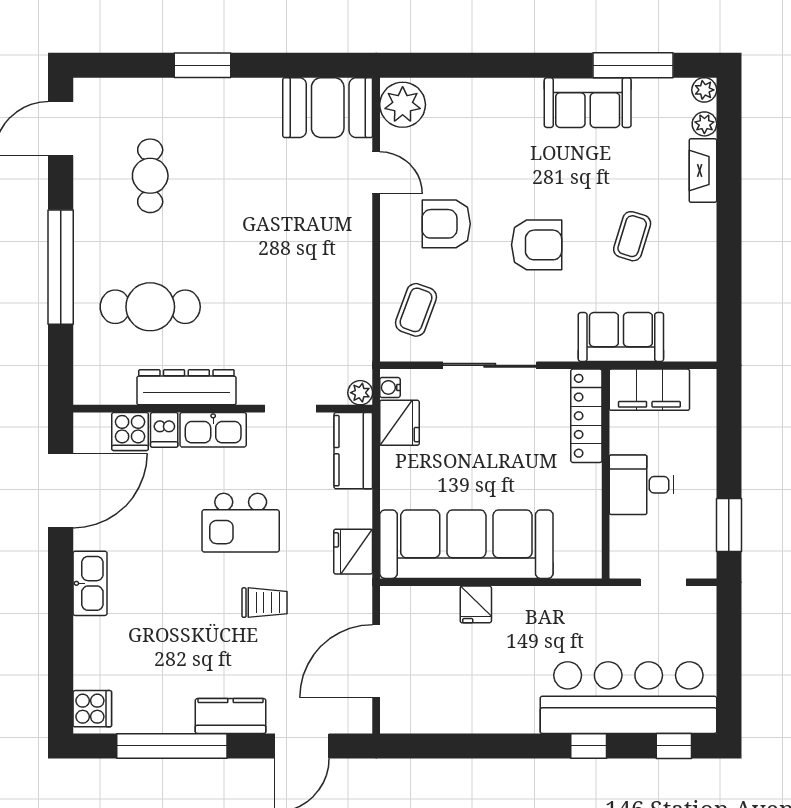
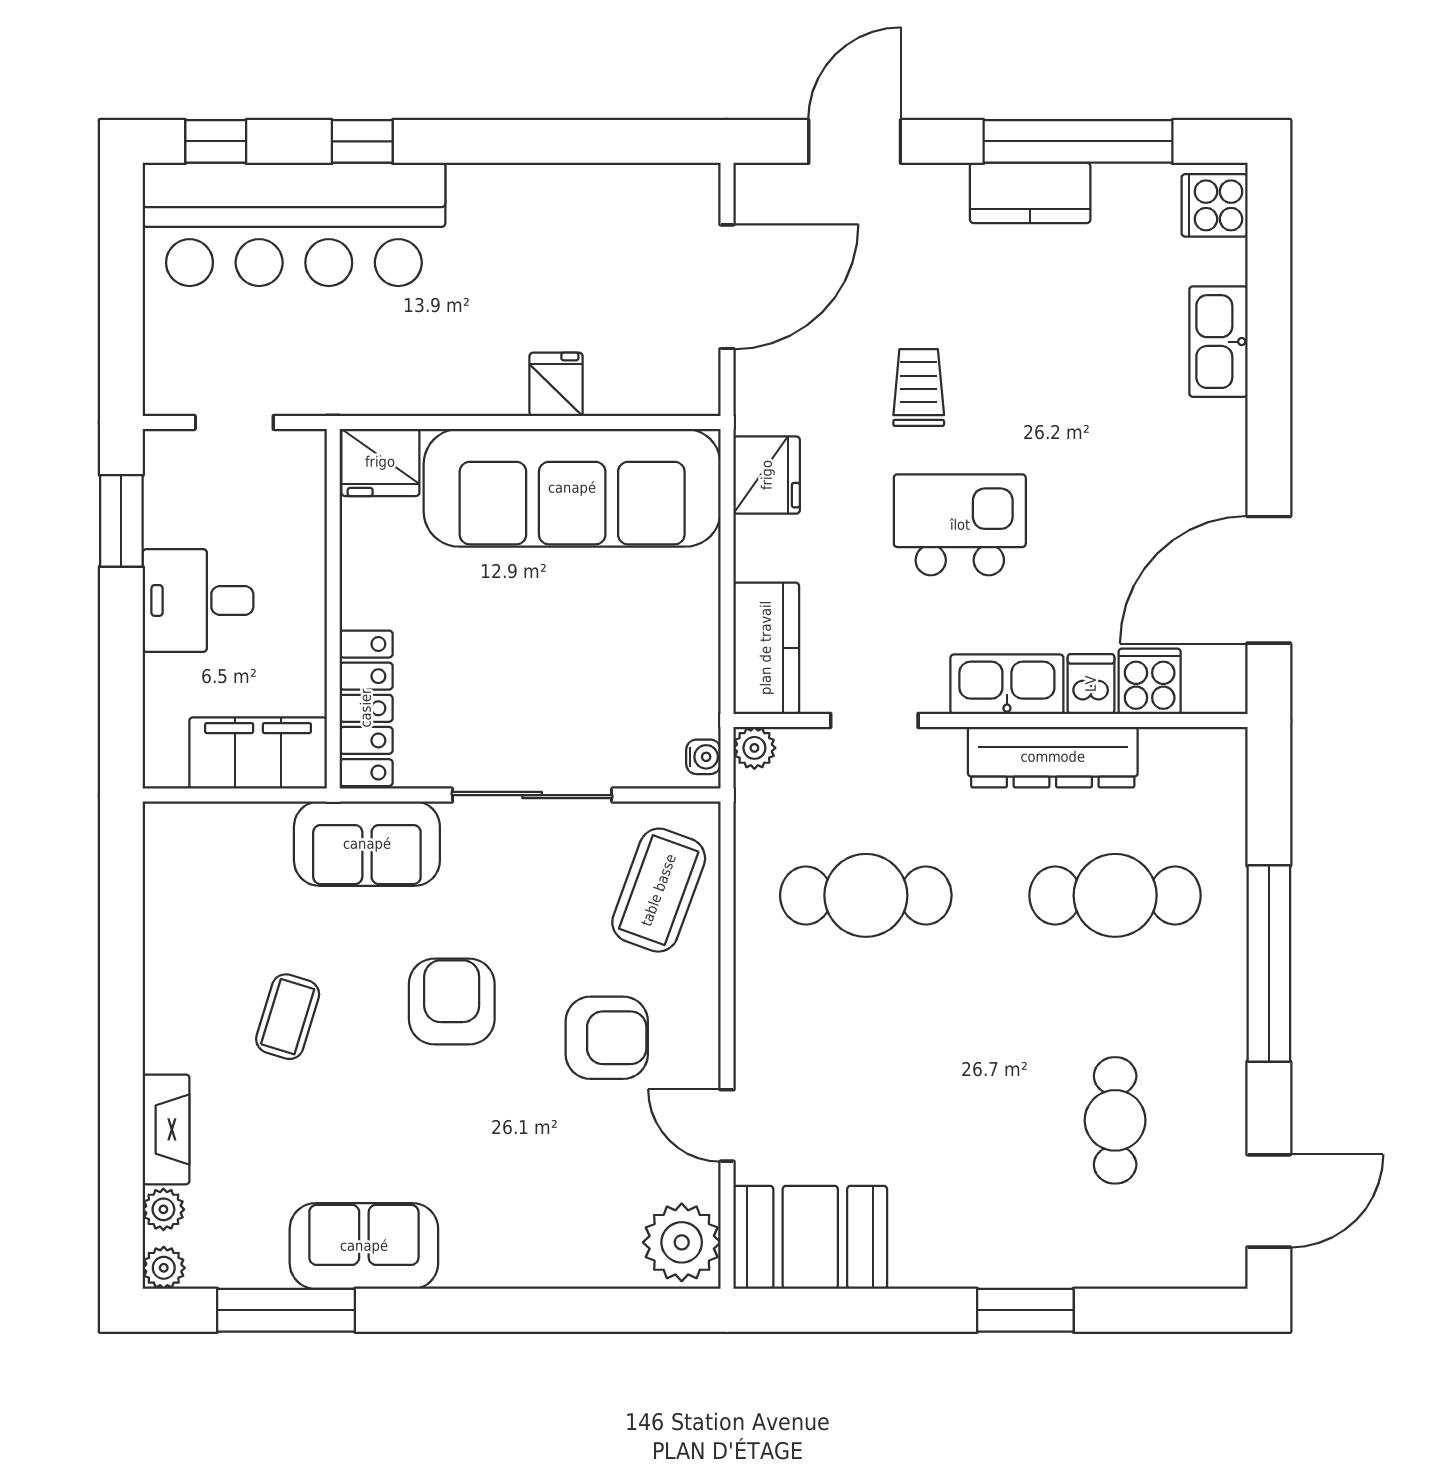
armchair: (537, 245) -> (452, 1002), turned 90
cafe table: (295, 307) -> (866, 895), added
coffee table: (416, 310) -> (659, 890), width x1.36, depth x1.30
sofa: (621, 337) -> (367, 844), moved
fridge: (399, 423) -> (380, 462), moved, turned -90
desk: (642, 485) -> (198, 600), moved, turned 180
kitchen sink: (90, 583) -> (1218, 342), moved
trolley: (265, 603) -> (919, 388), turned 90
kitchen counter: (231, 716) -> (1030, 193), moved

